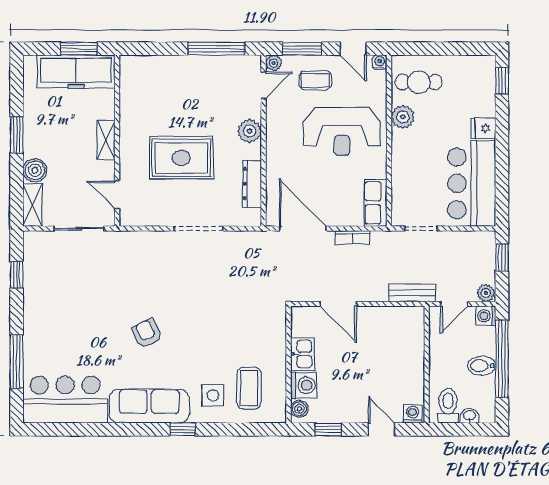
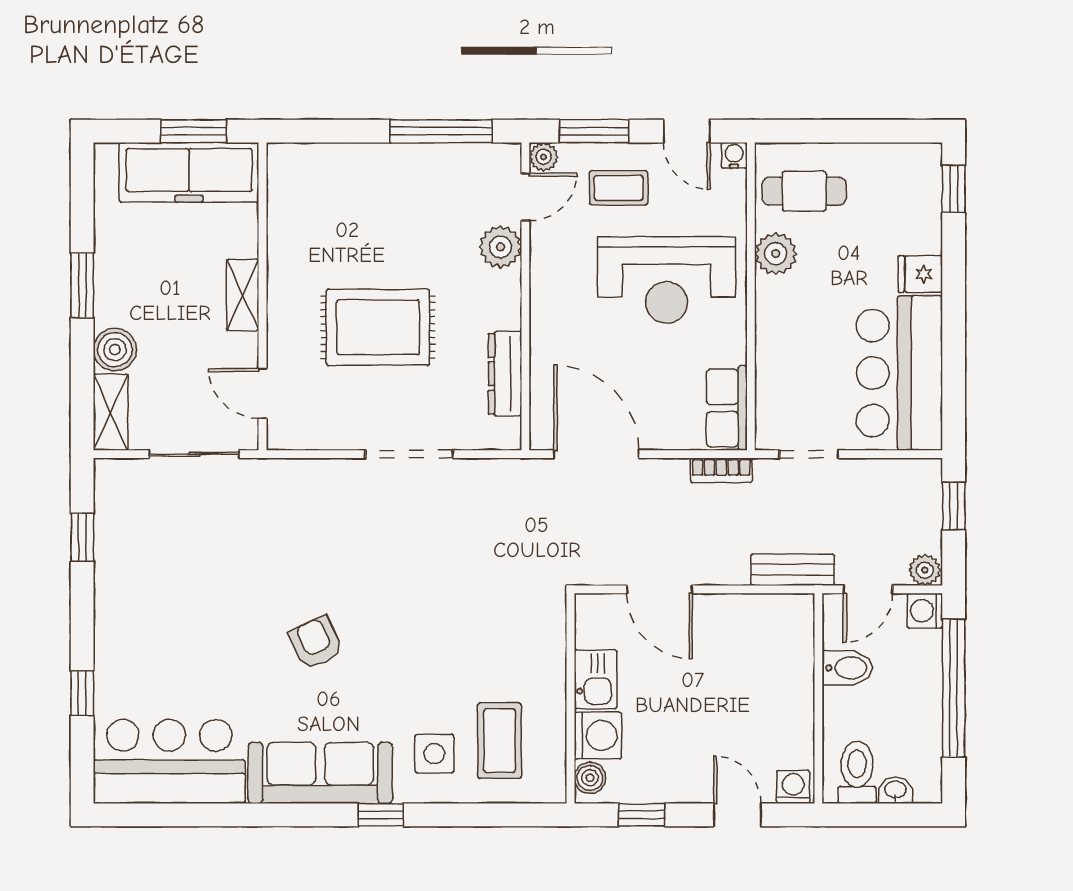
plant: (250, 131) -> (500, 247), moved
bookcase: (353, 238) -> (721, 470), moved
window: (17, 362) -> (82, 693), width x0.46
bidet: (482, 366) -> (847, 668), moved, turned 180

